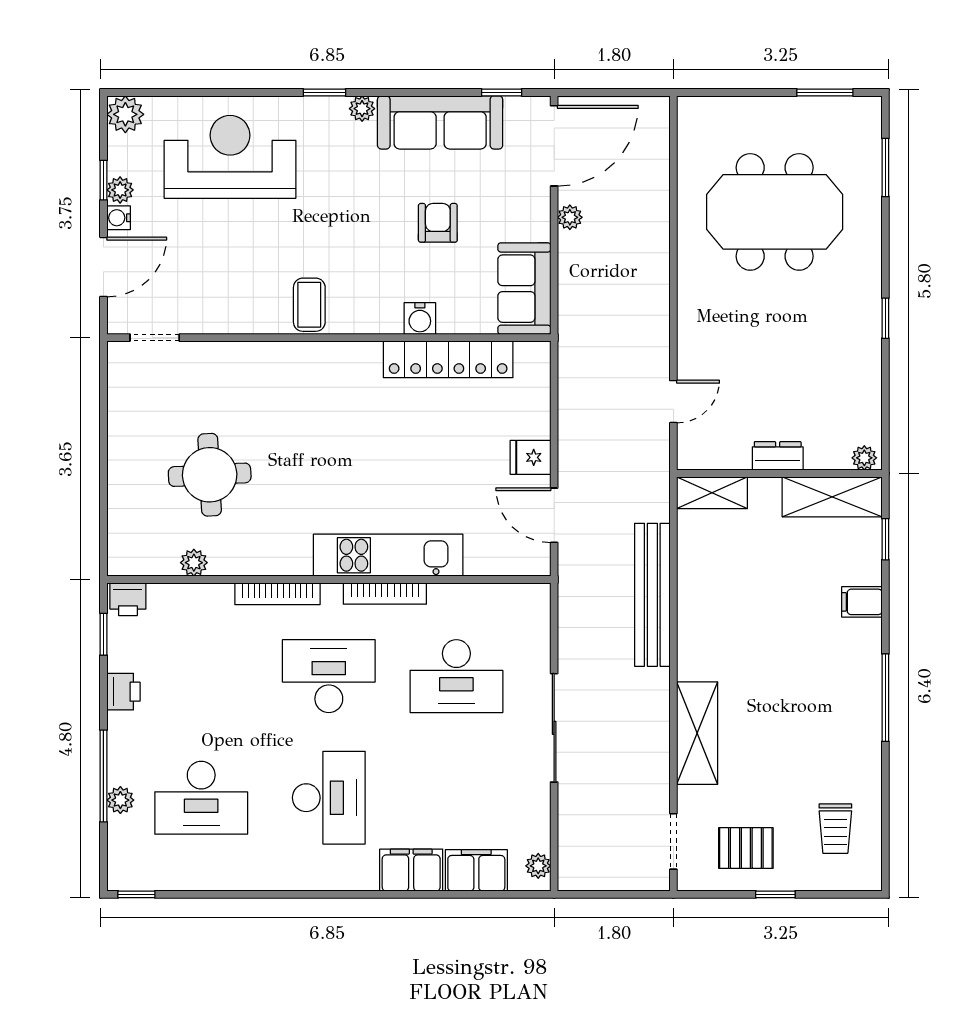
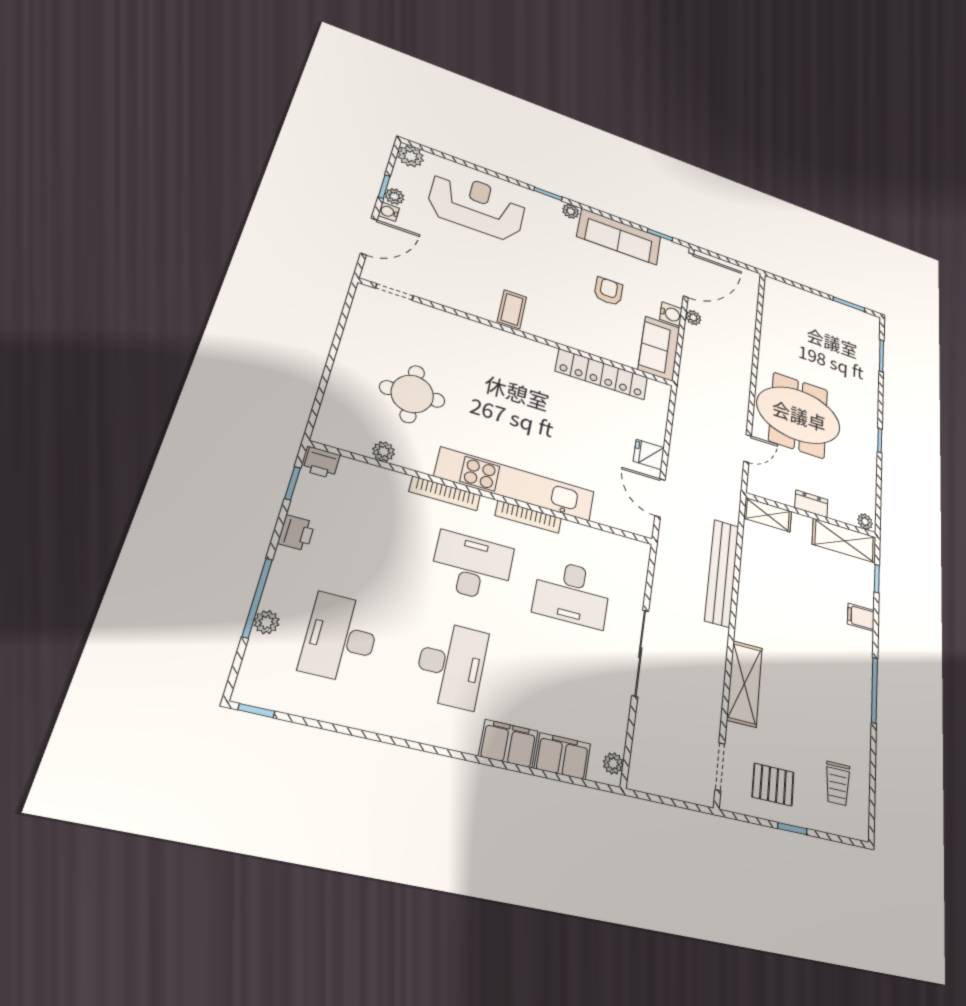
meeting table: (775, 212) -> (799, 415), moved
water cooler: (420, 319) -> (671, 314), moved, turned -90
kitchen unit: (388, 555) -> (516, 484), width x1.36
desk: (201, 798) -> (340, 638), turned 90

